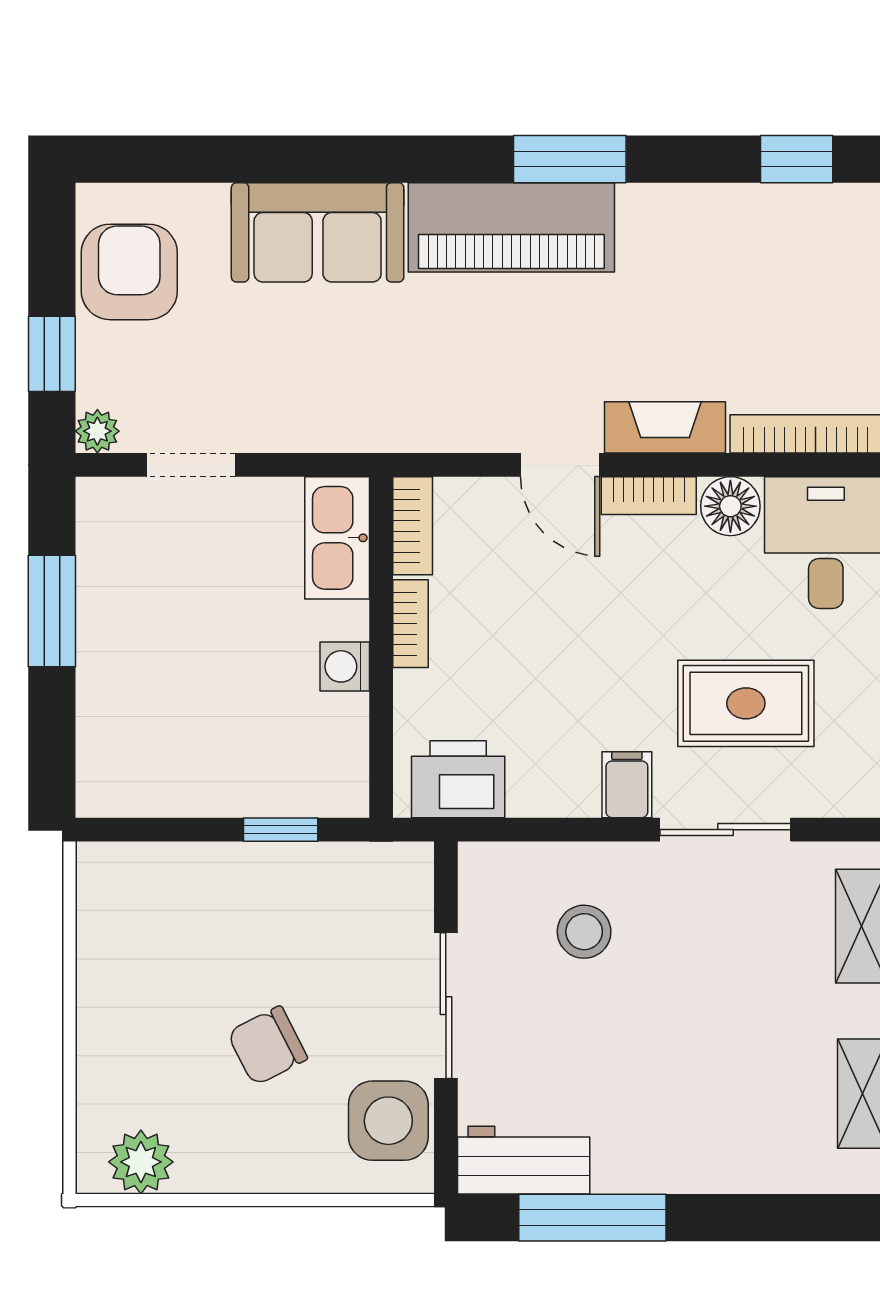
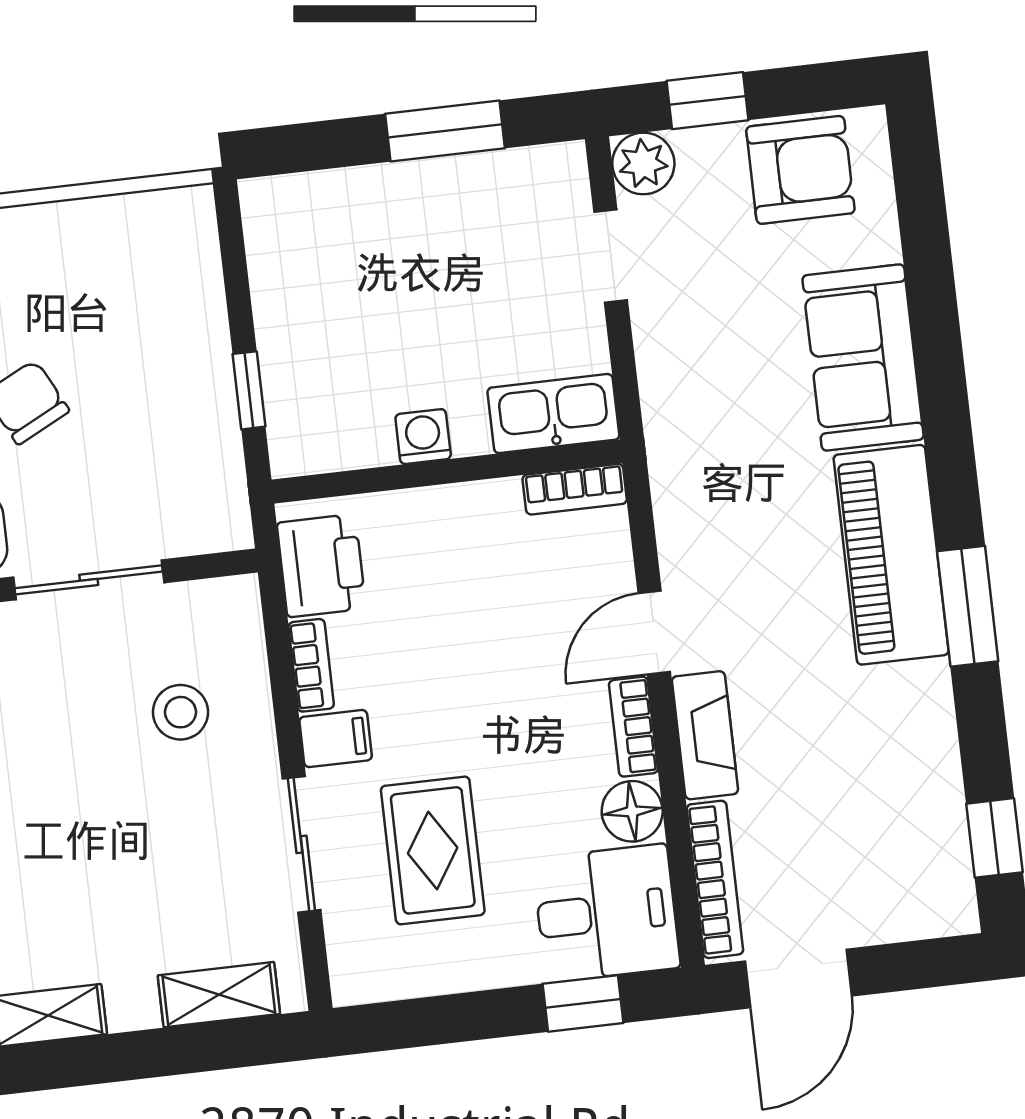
plant: (97, 431) -> (643, 163), width x1.38, depth x1.38
bookcase: (411, 624) -> (311, 665), moved, turned -90

